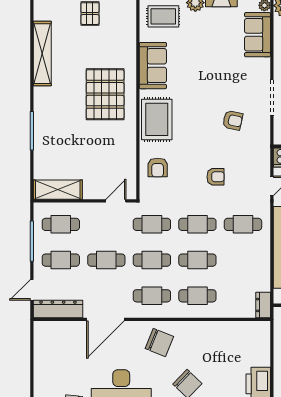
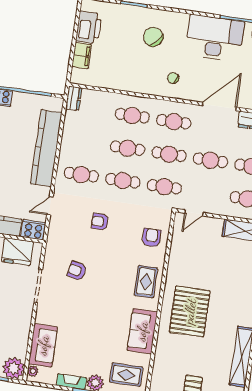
rug: (157, 119) -> (146, 282), width x0.73, depth x0.70
chair: (159, 343) -> (173, 78), width x0.54, depth x0.54
filing cabinet: (261, 352) -> (82, 56), added

